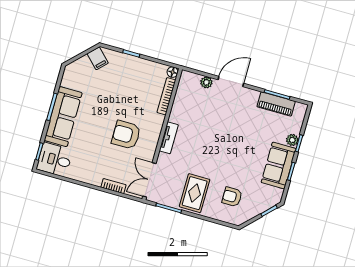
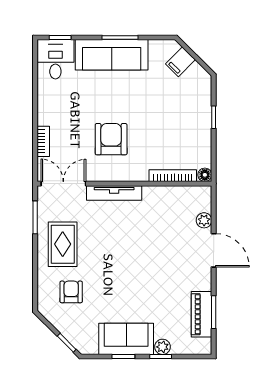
filing cabinet: (98, 58) -> (180, 62), moved
tv unit: (169, 138) -> (114, 193), width x1.41
rug: (195, 193) -> (63, 244), turned 90

